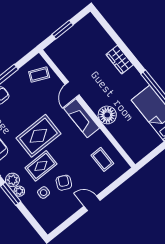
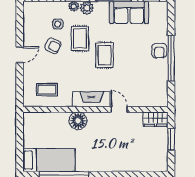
wardrobe: (120, 60) -> (155, 119), moved, turned 180
coffee table: (39, 75) -> (151, 93), removed
rug: (38, 136) -> (105, 55), width x0.73, depth x0.70

